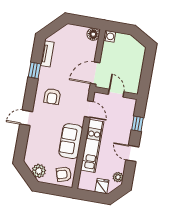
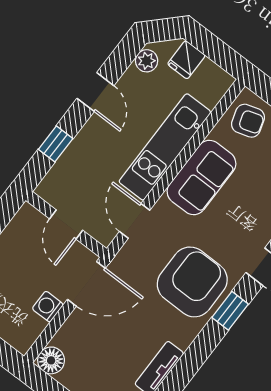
washing machine: (109, 36) -> (48, 307), moved
window: (35, 70) -> (230, 311), moved
armchair: (52, 96) -> (192, 282), width x1.88, depth x1.88

